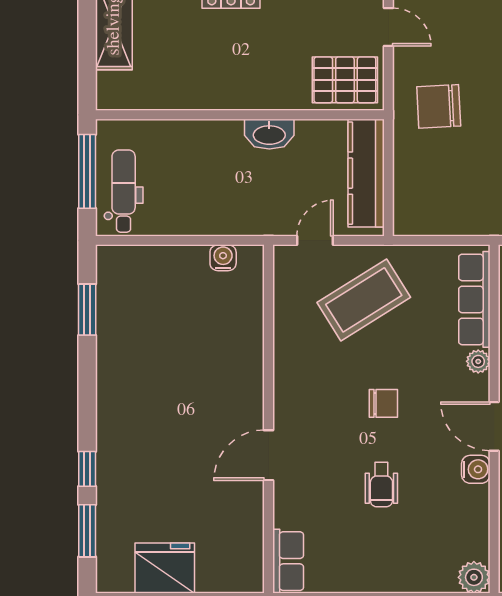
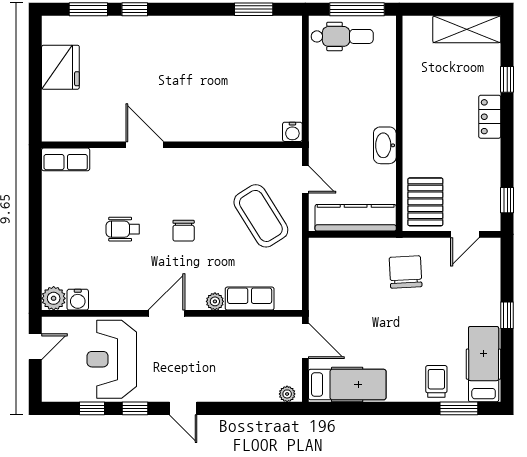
water cooler: (223, 258) -> (292, 132), moved, turned 90
row of seats: (474, 299) -> (250, 299), width x0.68
water cooler: (476, 469) -> (78, 300), moved

